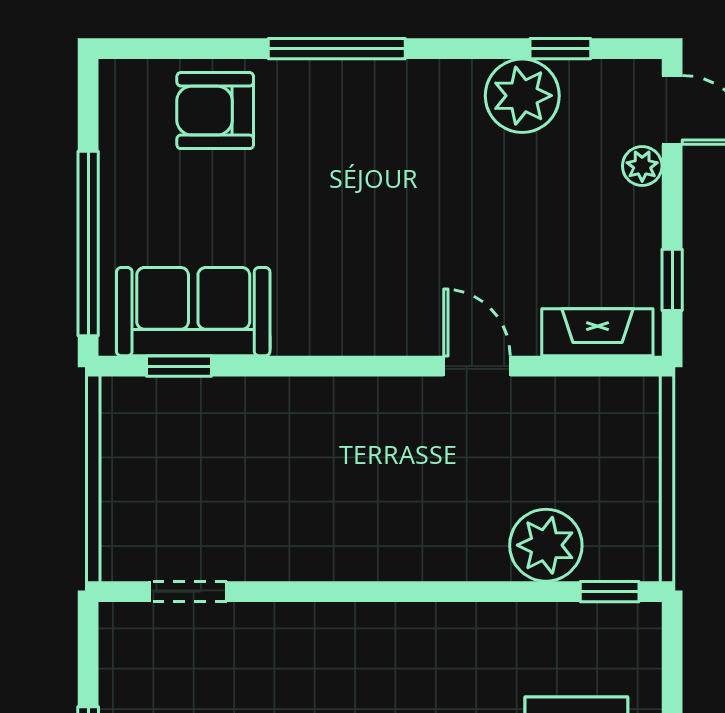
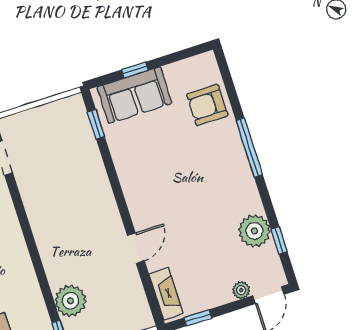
armchair: (215, 111) -> (207, 105), turned -90
window: (88, 244) -> (135, 70), width x0.32
sofa: (193, 312) -> (135, 95), moved, turned 90

